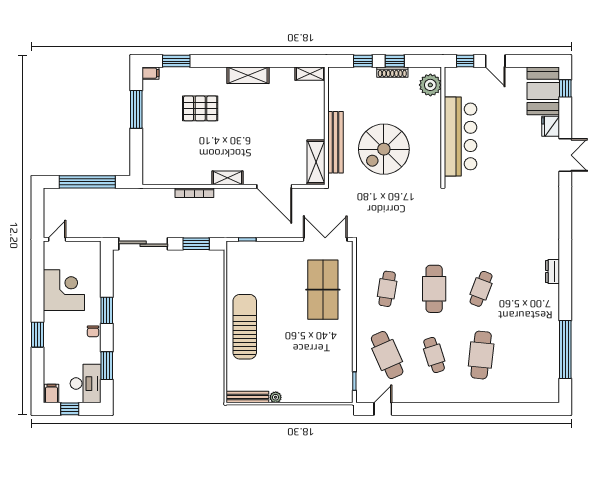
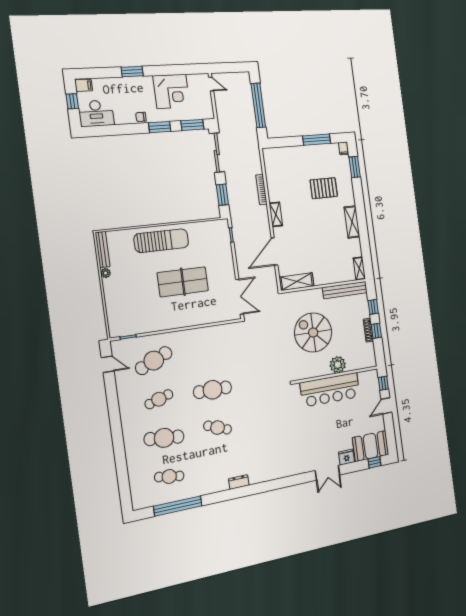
plant: (430, 85) -> (338, 365), moved
pallet: (200, 108) -> (324, 188), turned 90
bench: (336, 142) -> (345, 290), moved
cafe table: (387, 289) -> (169, 476), moved
table tennis table: (323, 290) -> (183, 282), moved
window: (107, 366) -> (192, 125), moved

